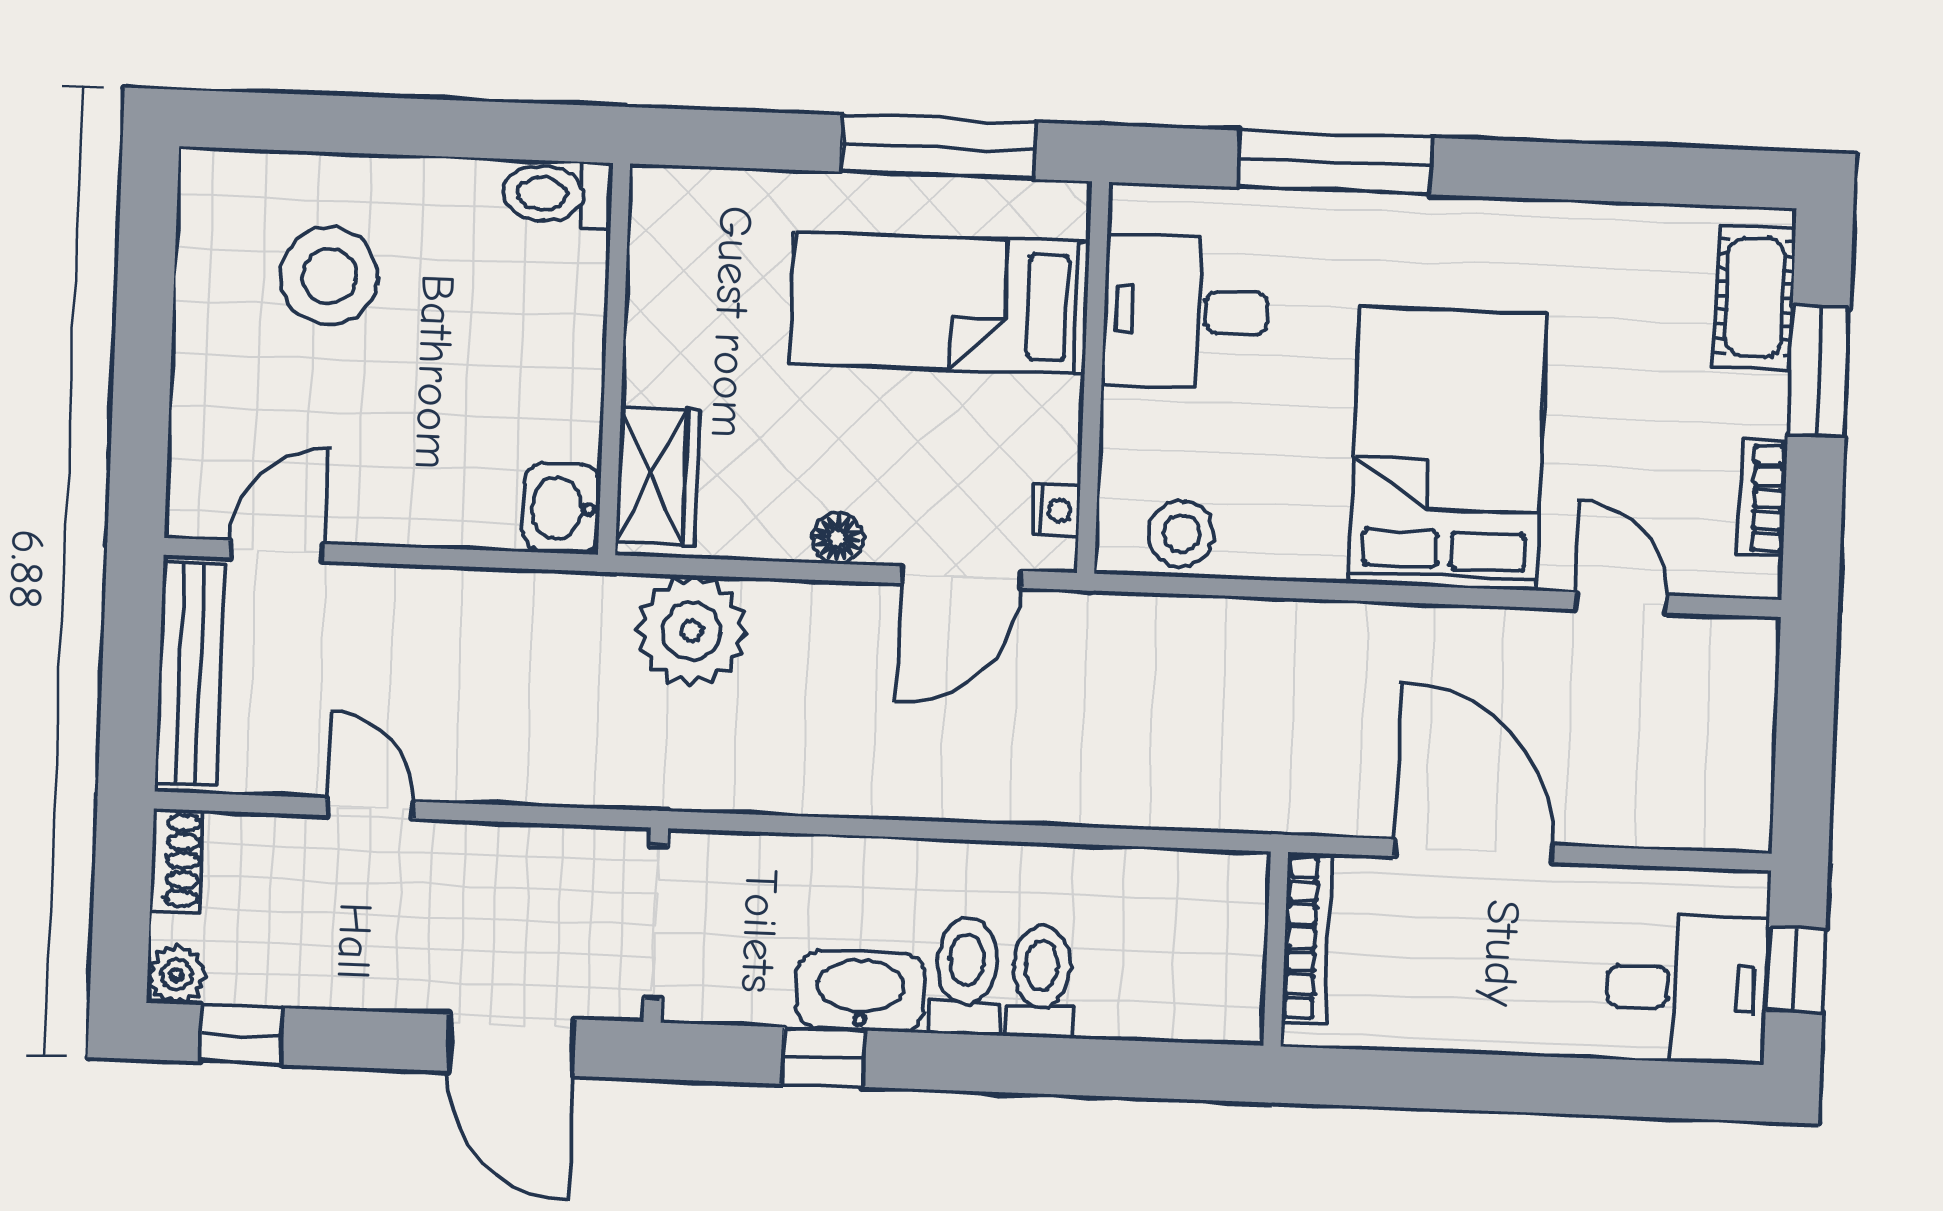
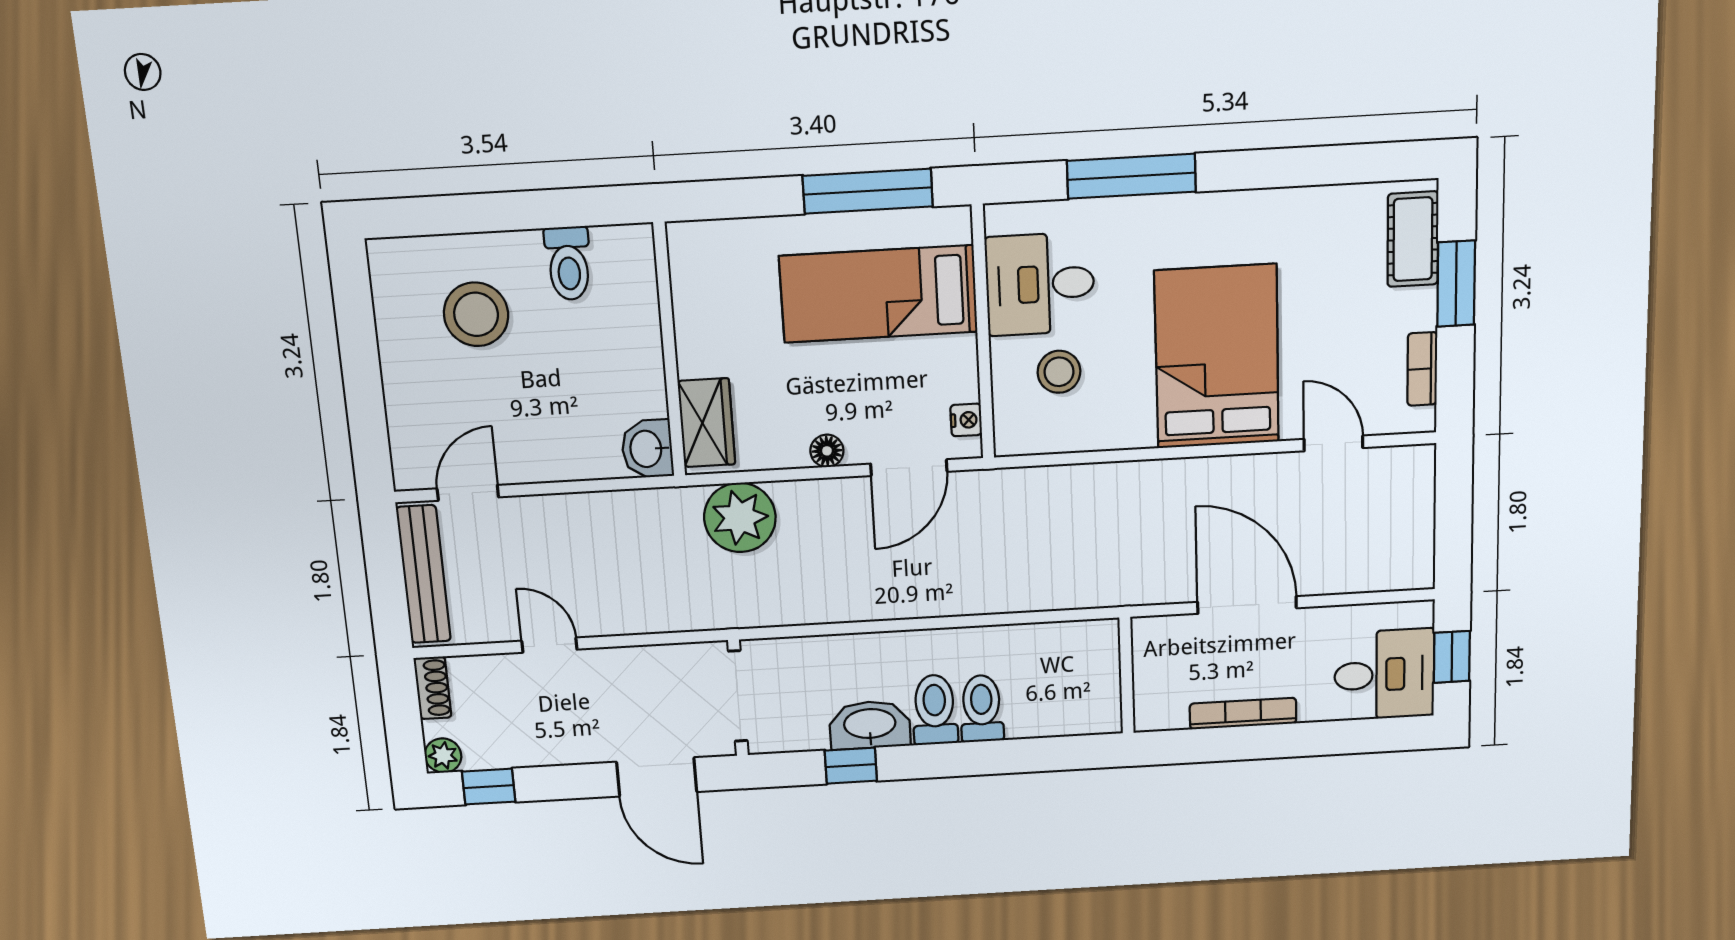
toilet: (557, 194) -> (568, 263), moved, turned -90
stool: (1181, 534) -> (1059, 372), moved
bookcase: (1307, 938) -> (1243, 714), moved, turned -90

